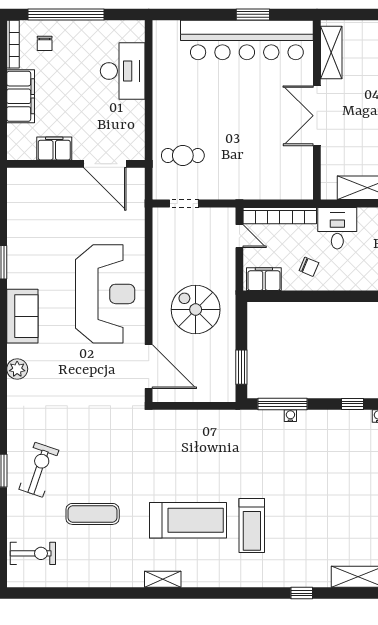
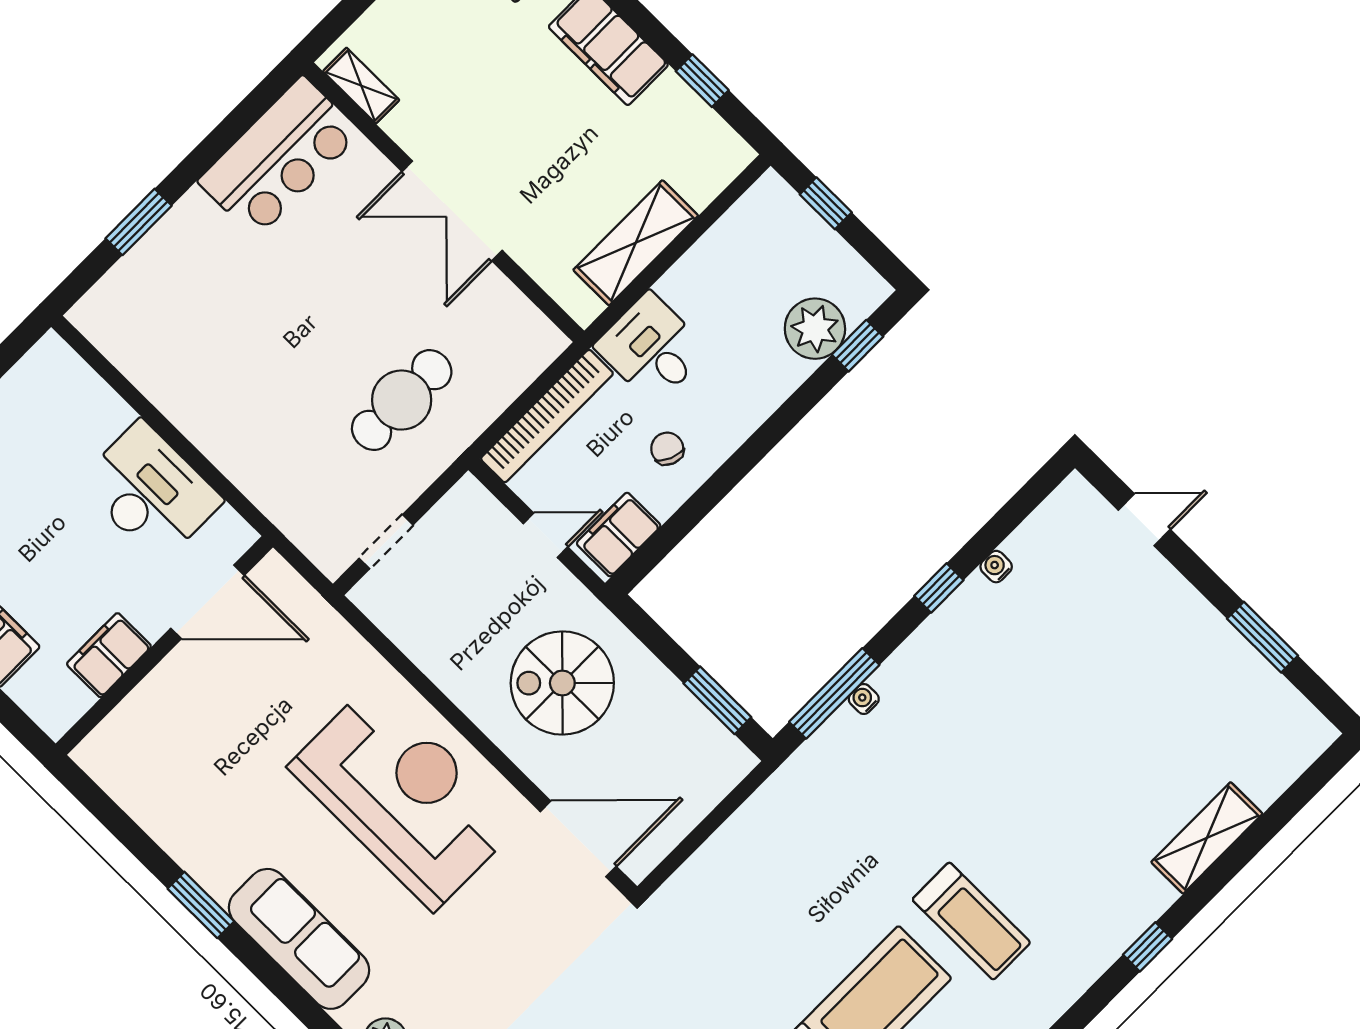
window: (253, 14) -> (139, 222), moved
bar counter: (247, 40) -> (279, 157), width x0.54
shelving: (331, 52) -> (361, 86), width x0.67, depth x0.75
desk: (123, 71) -> (150, 492), moved
cafe table: (183, 155) -> (402, 400), moved, width x1.37, depth x1.35
door: (239, 236) -> (545, 535), moved
chair: (309, 267) -> (667, 449), turned -90
sofa: (22, 316) -> (299, 939), width x1.36

